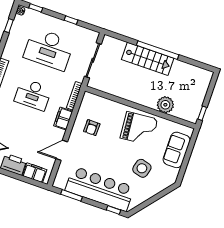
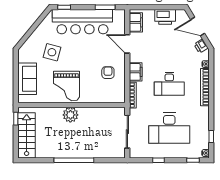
desk: (49, 49) -> (169, 128), turned 180
stairs: (148, 59) -> (27, 135), moved, turned 90
desk: (33, 94) -> (169, 84), turned 180
plant: (165, 105) -> (70, 115), moved
grand piano: (139, 129) -> (66, 86), turned -85
door: (62, 150) -> (127, 44), swing flipped
filing cabinet: (35, 173) -> (136, 22), moved, turned -90

